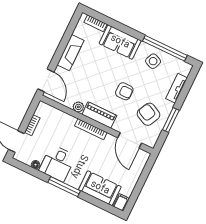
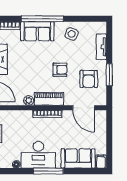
window: (165, 48) -> (42, 19), moved
armchair: (148, 114) -> (89, 79), turned -116
desk: (57, 163) -> (38, 155), width x1.37

